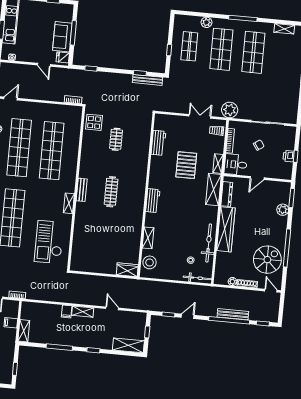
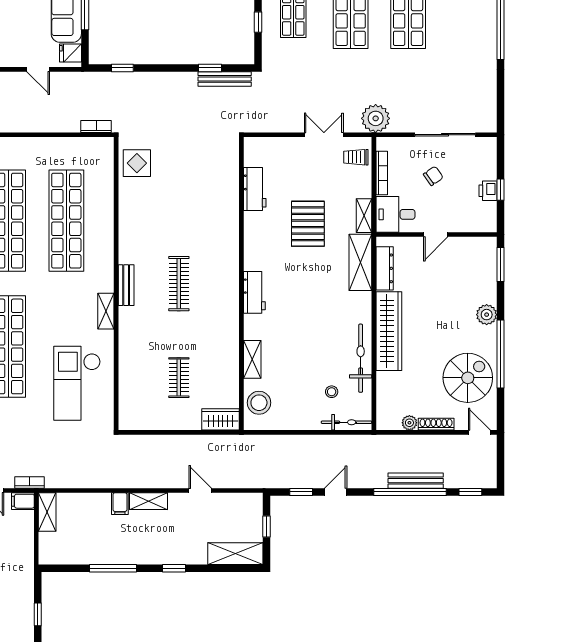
clothes rail: (116, 139) -> (179, 378), moved
plant: (283, 210) -> (487, 315), moved
filing cabinet: (11, 323) -> (23, 501), moved
shelving: (24, 331) -> (47, 512), moved

